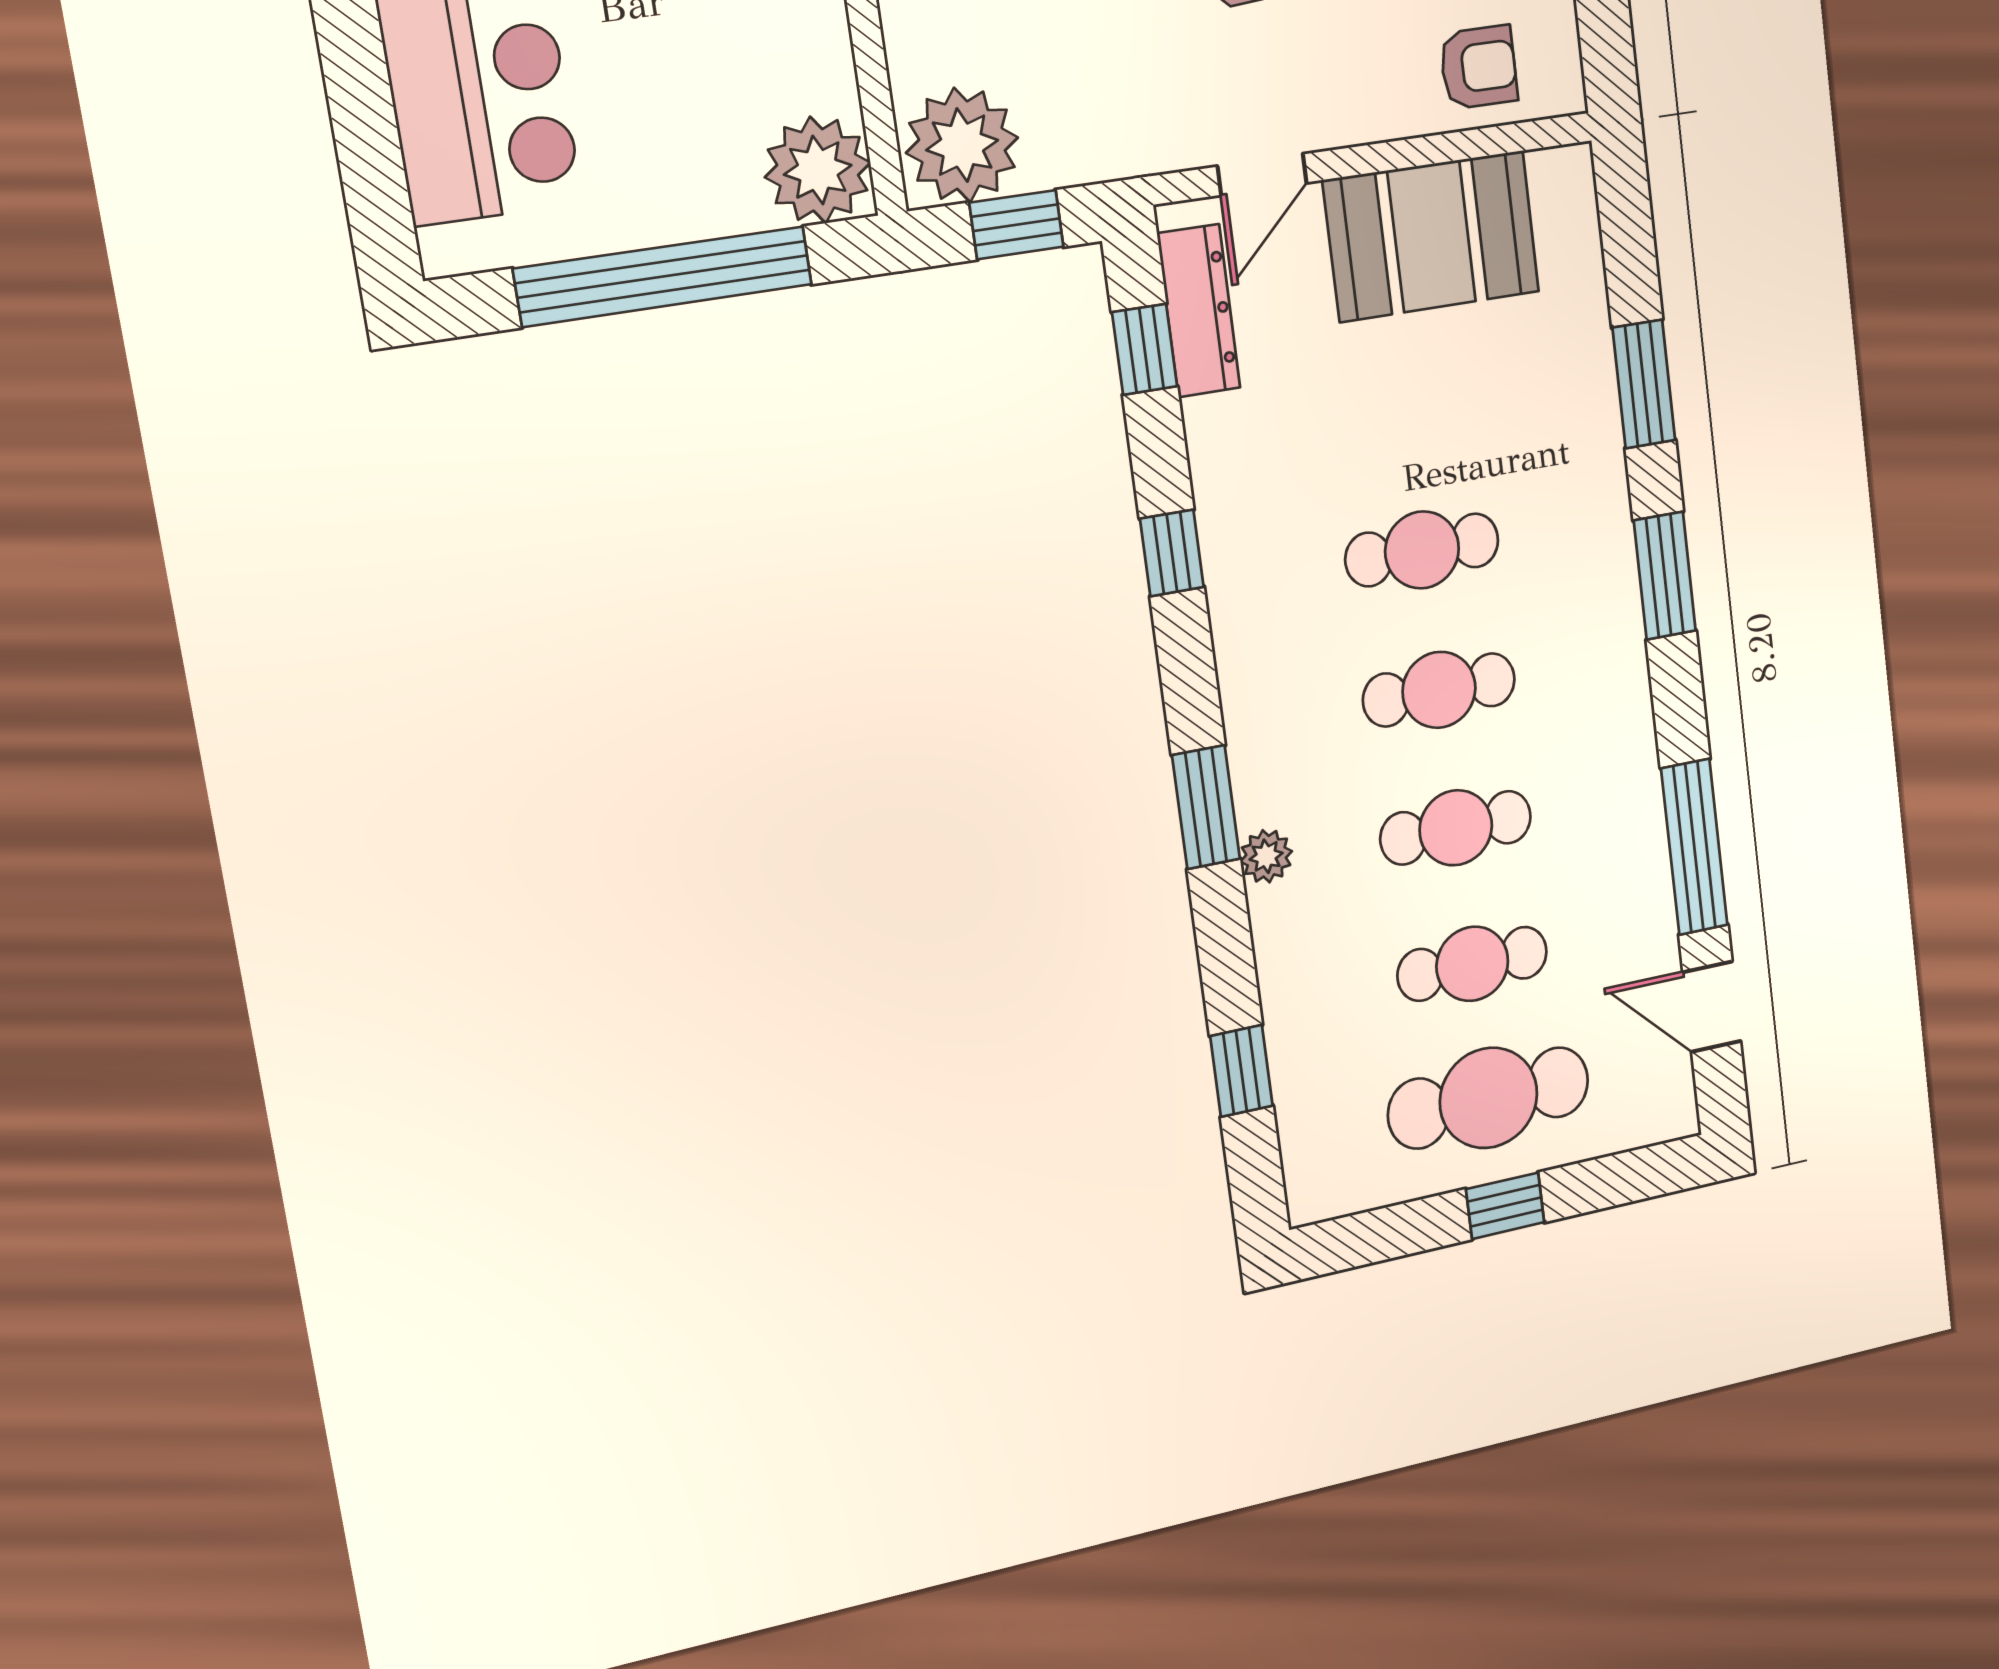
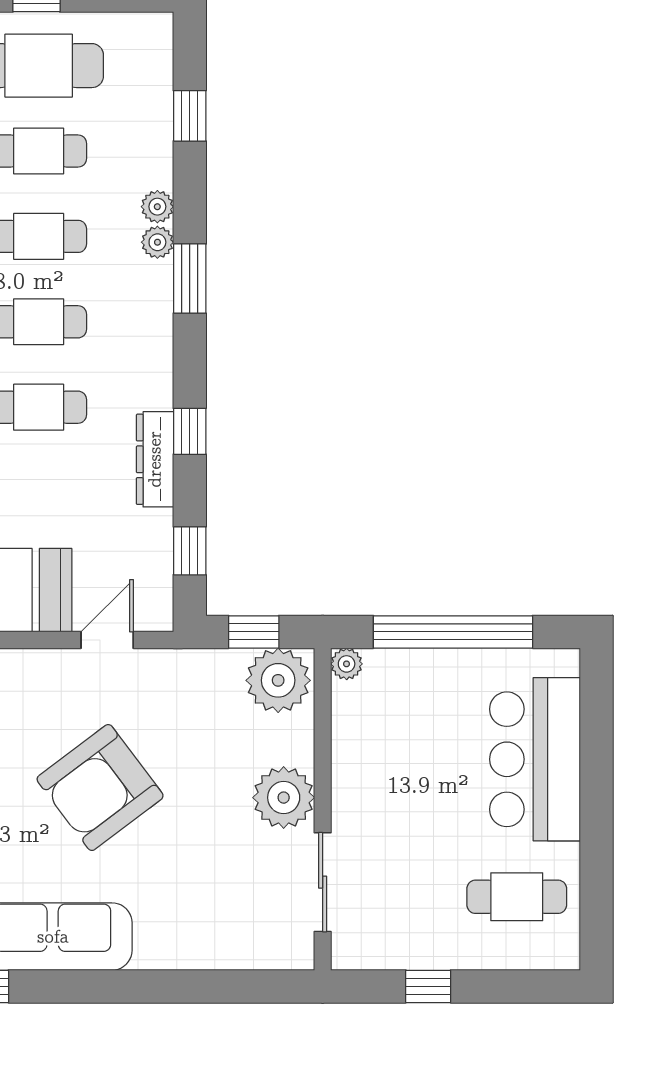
plant: (818, 170) -> (347, 664), width x0.53, depth x0.53
dresser: (1199, 311) -> (155, 459), moved
plant: (1274, 914) -> (157, 207), added

